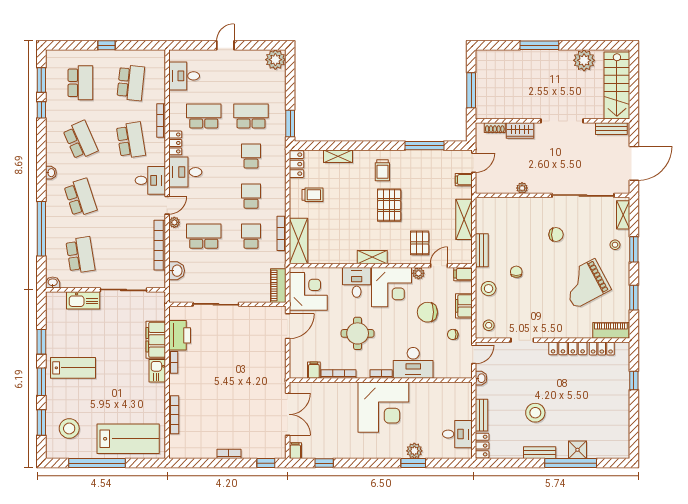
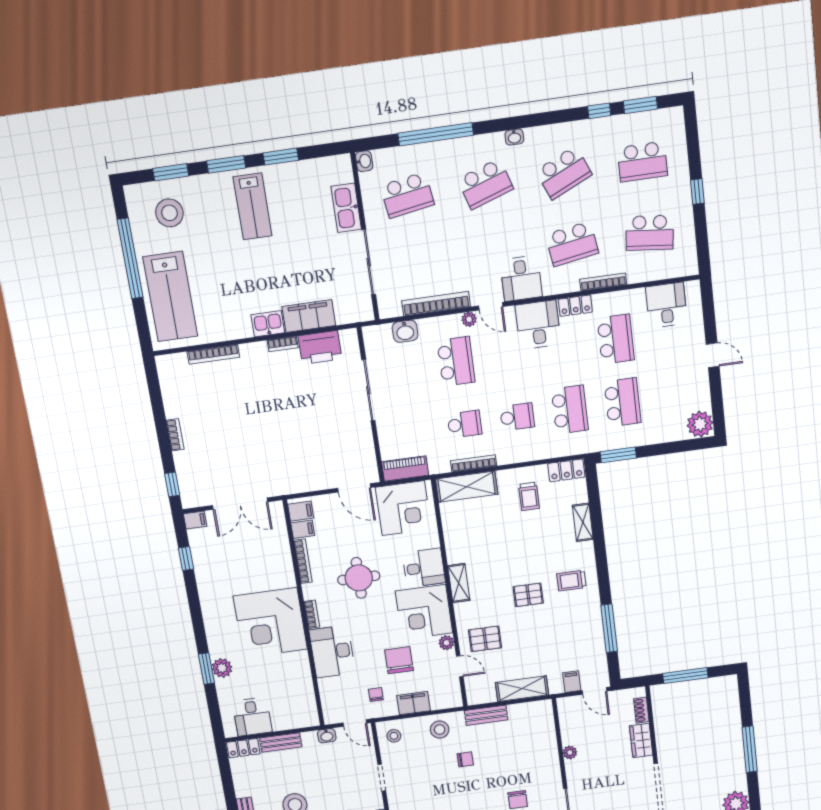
school desk: (251, 156) -> (570, 410), width x1.85
pallet: (389, 205) -> (528, 595), width x0.67, depth x0.71
filing cabinet: (463, 274) -> (301, 511), moved, turned 90

